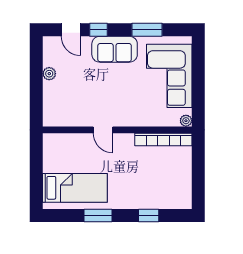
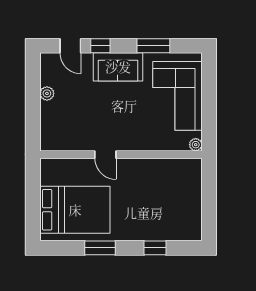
bookcase: (163, 139) -> (171, 165), removed
bed: (75, 188) -> (75, 210), width x1.50

